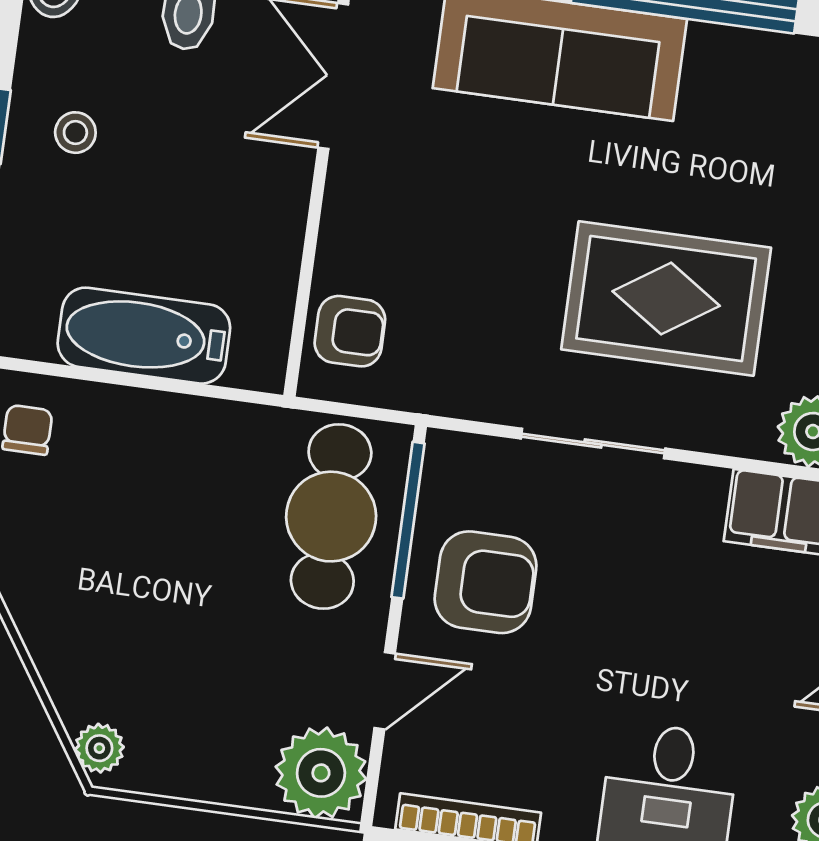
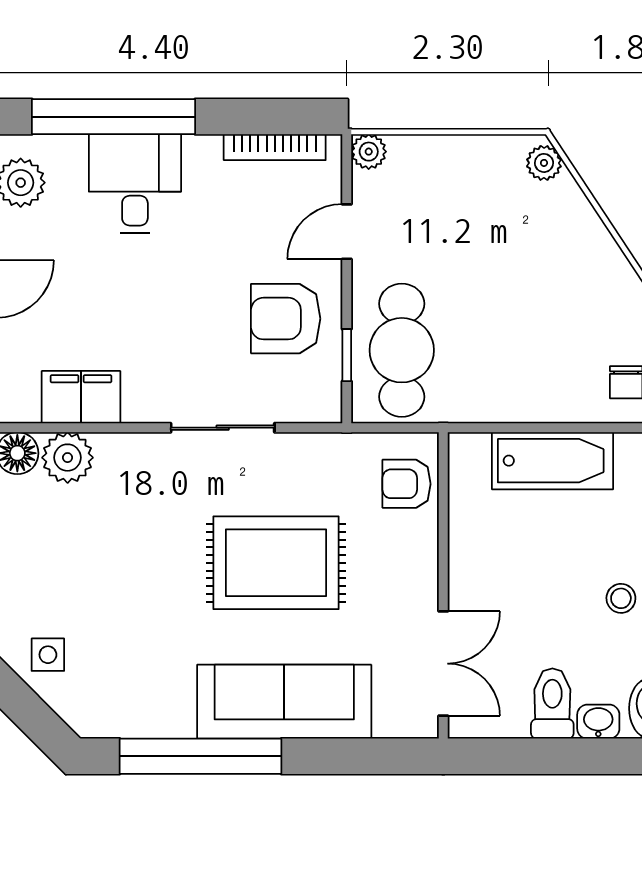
rug: (666, 299) -> (276, 563), moved
window: (408, 520) -> (347, 355), width x0.46
plant: (321, 773) -> (369, 152), width x0.53, depth x0.53

